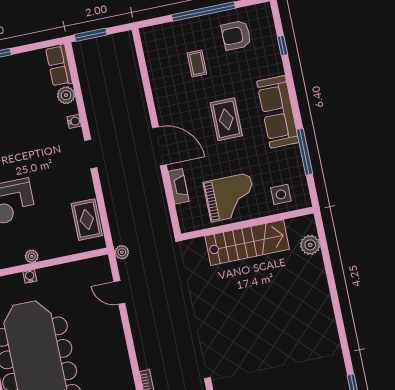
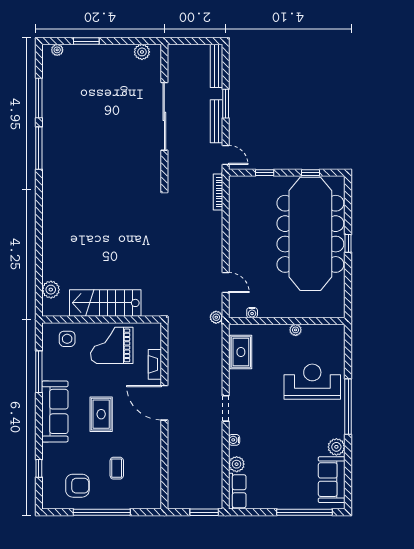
water cooler: (30, 276) -> (252, 313), moved

